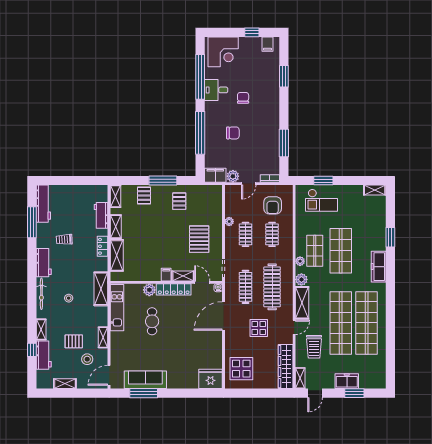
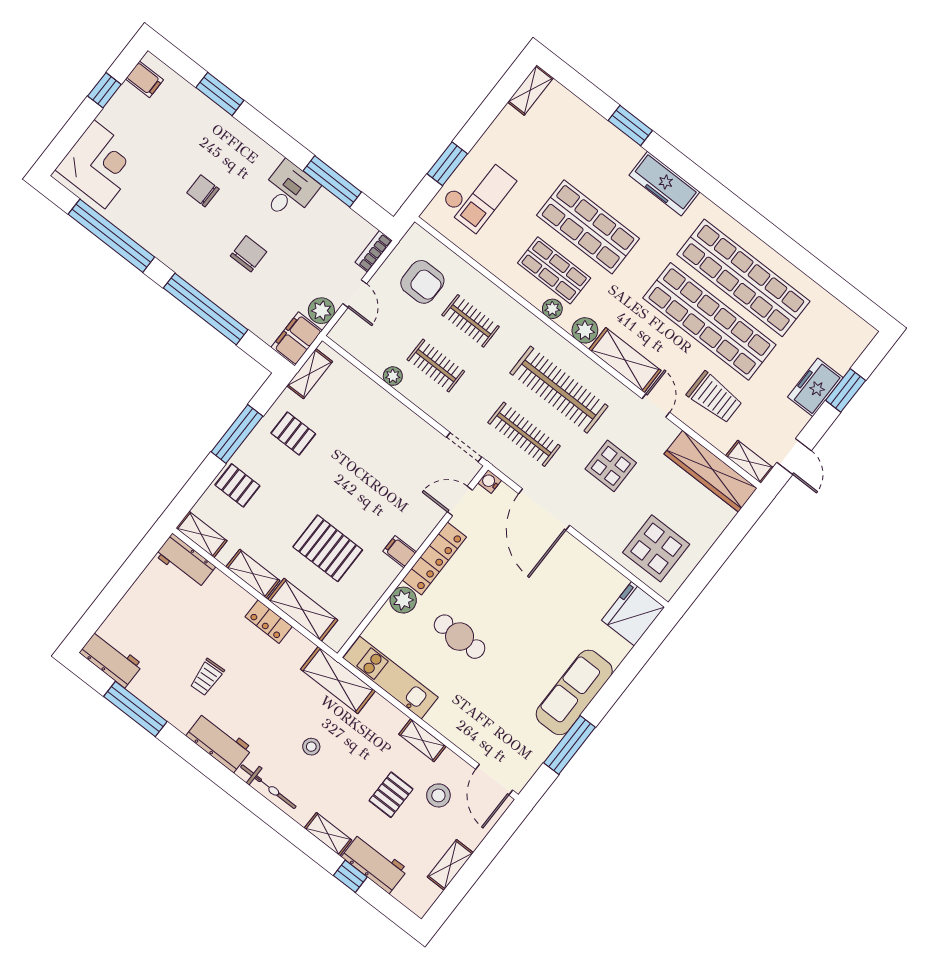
desk: (216, 90) -> (289, 191), moved, turned 180
workbench: (43, 204) -> (111, 659), width x0.73
workbench: (101, 215) -> (185, 561), moved
pallet: (199, 239) -> (328, 548), moved
shelving: (183, 276) -> (310, 374), moved
sofa: (145, 380) -> (574, 692), moved

